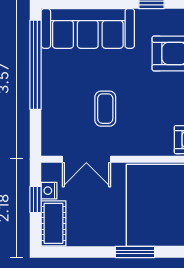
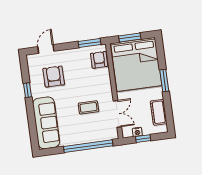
window: (36, 65) -> (88, 146), moved
cot: (54, 223) -> (159, 112), moved, turned 90

